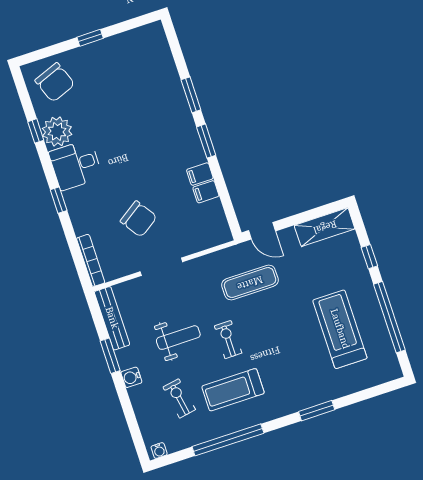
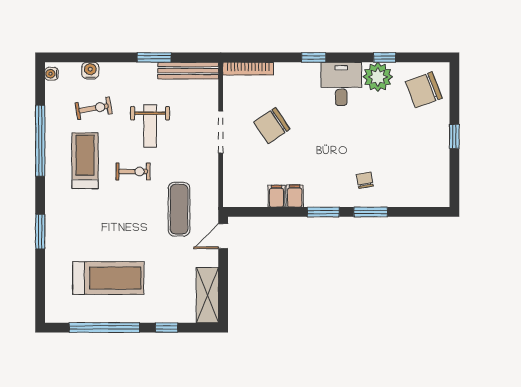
chair: (162, 111) -> (365, 180), added
water cooler: (131, 377) -> (90, 71), moved

